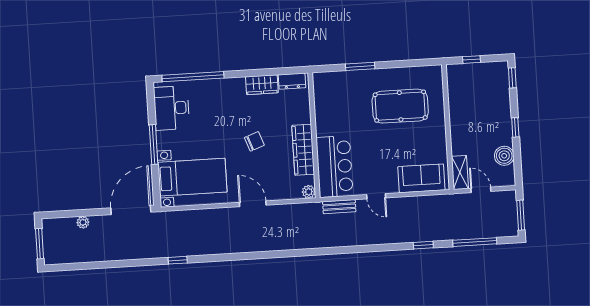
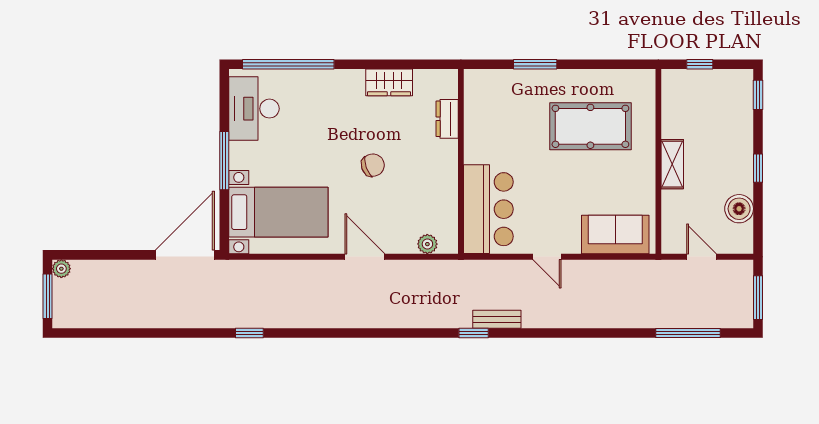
dresser: (292, 81) -> (447, 119), moved, turned 90
wardrobe: (303, 150) -> (444, 182), removed
shelving: (460, 172) -> (672, 164), moved
plant: (309, 192) -> (427, 244), moved
bench: (339, 207) -> (497, 319), moved
plant: (83, 222) -> (61, 269), moved
window: (423, 245) -> (474, 333), moved

